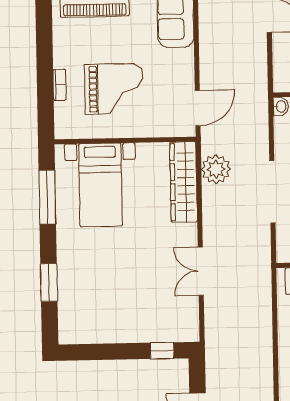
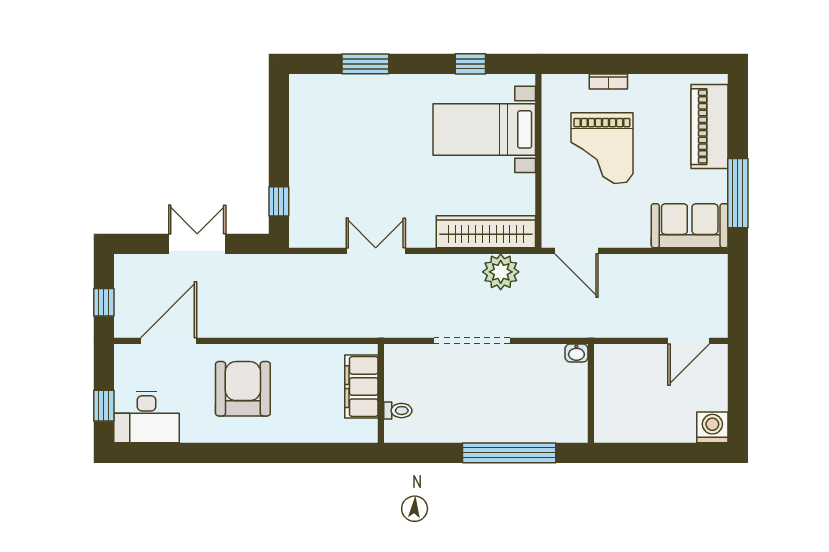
window: (47, 197) -> (470, 64), width x0.46

